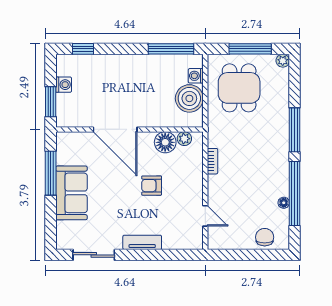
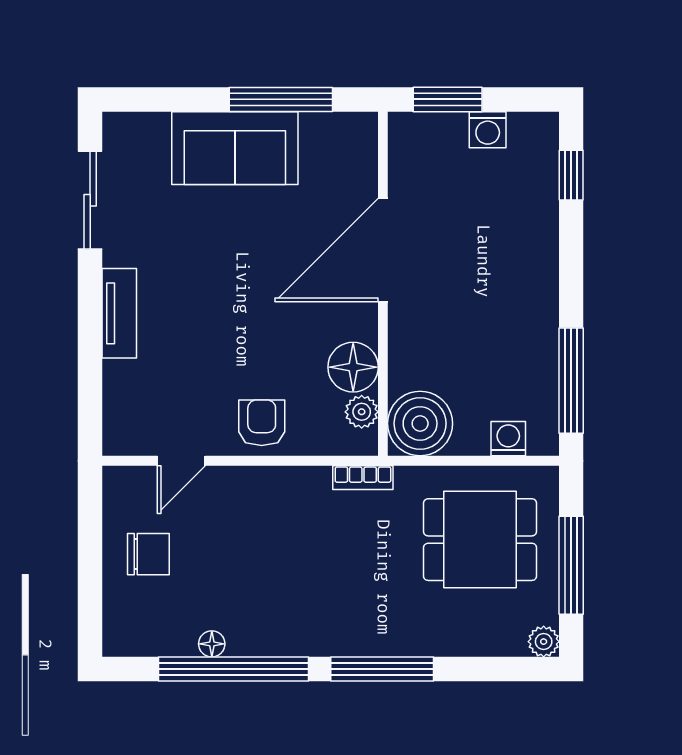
boiler: (189, 98) -> (420, 423), moved
bookcase: (212, 161) -> (363, 478), moved
armchair: (152, 186) -> (262, 423), moved
chair: (265, 237) -> (148, 554), moved

